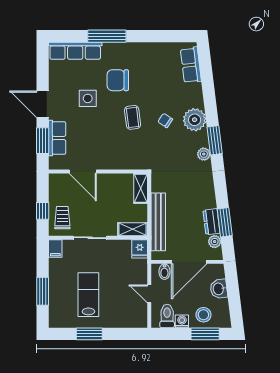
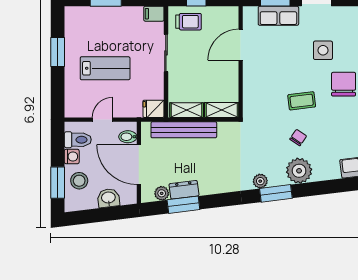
shelving: (133, 229) -> (187, 110), moved, turned 90
lab bench: (88, 295) -> (105, 68), moved

